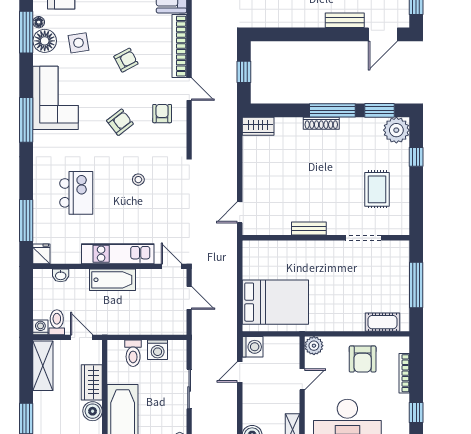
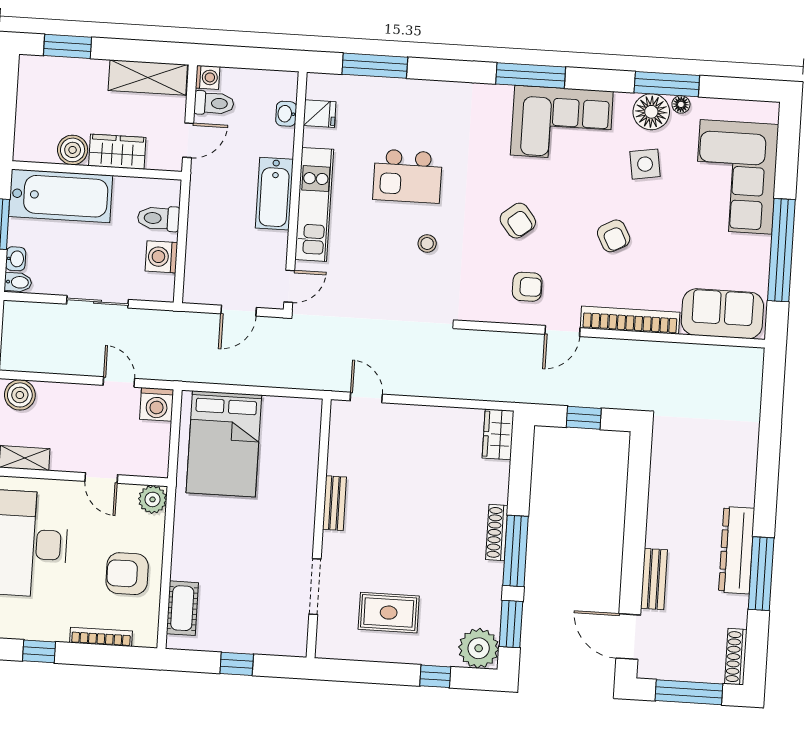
kitchen island: (76, 193) -> (408, 176), moved
fridge: (41, 254) -> (320, 114), moved
window: (416, 285) -> (237, 664), width x0.46

